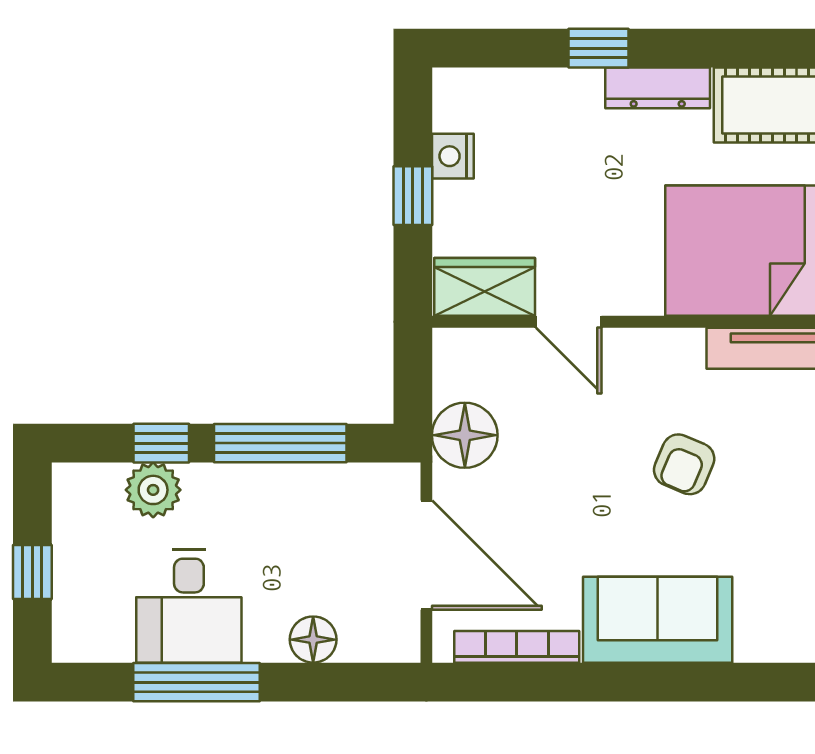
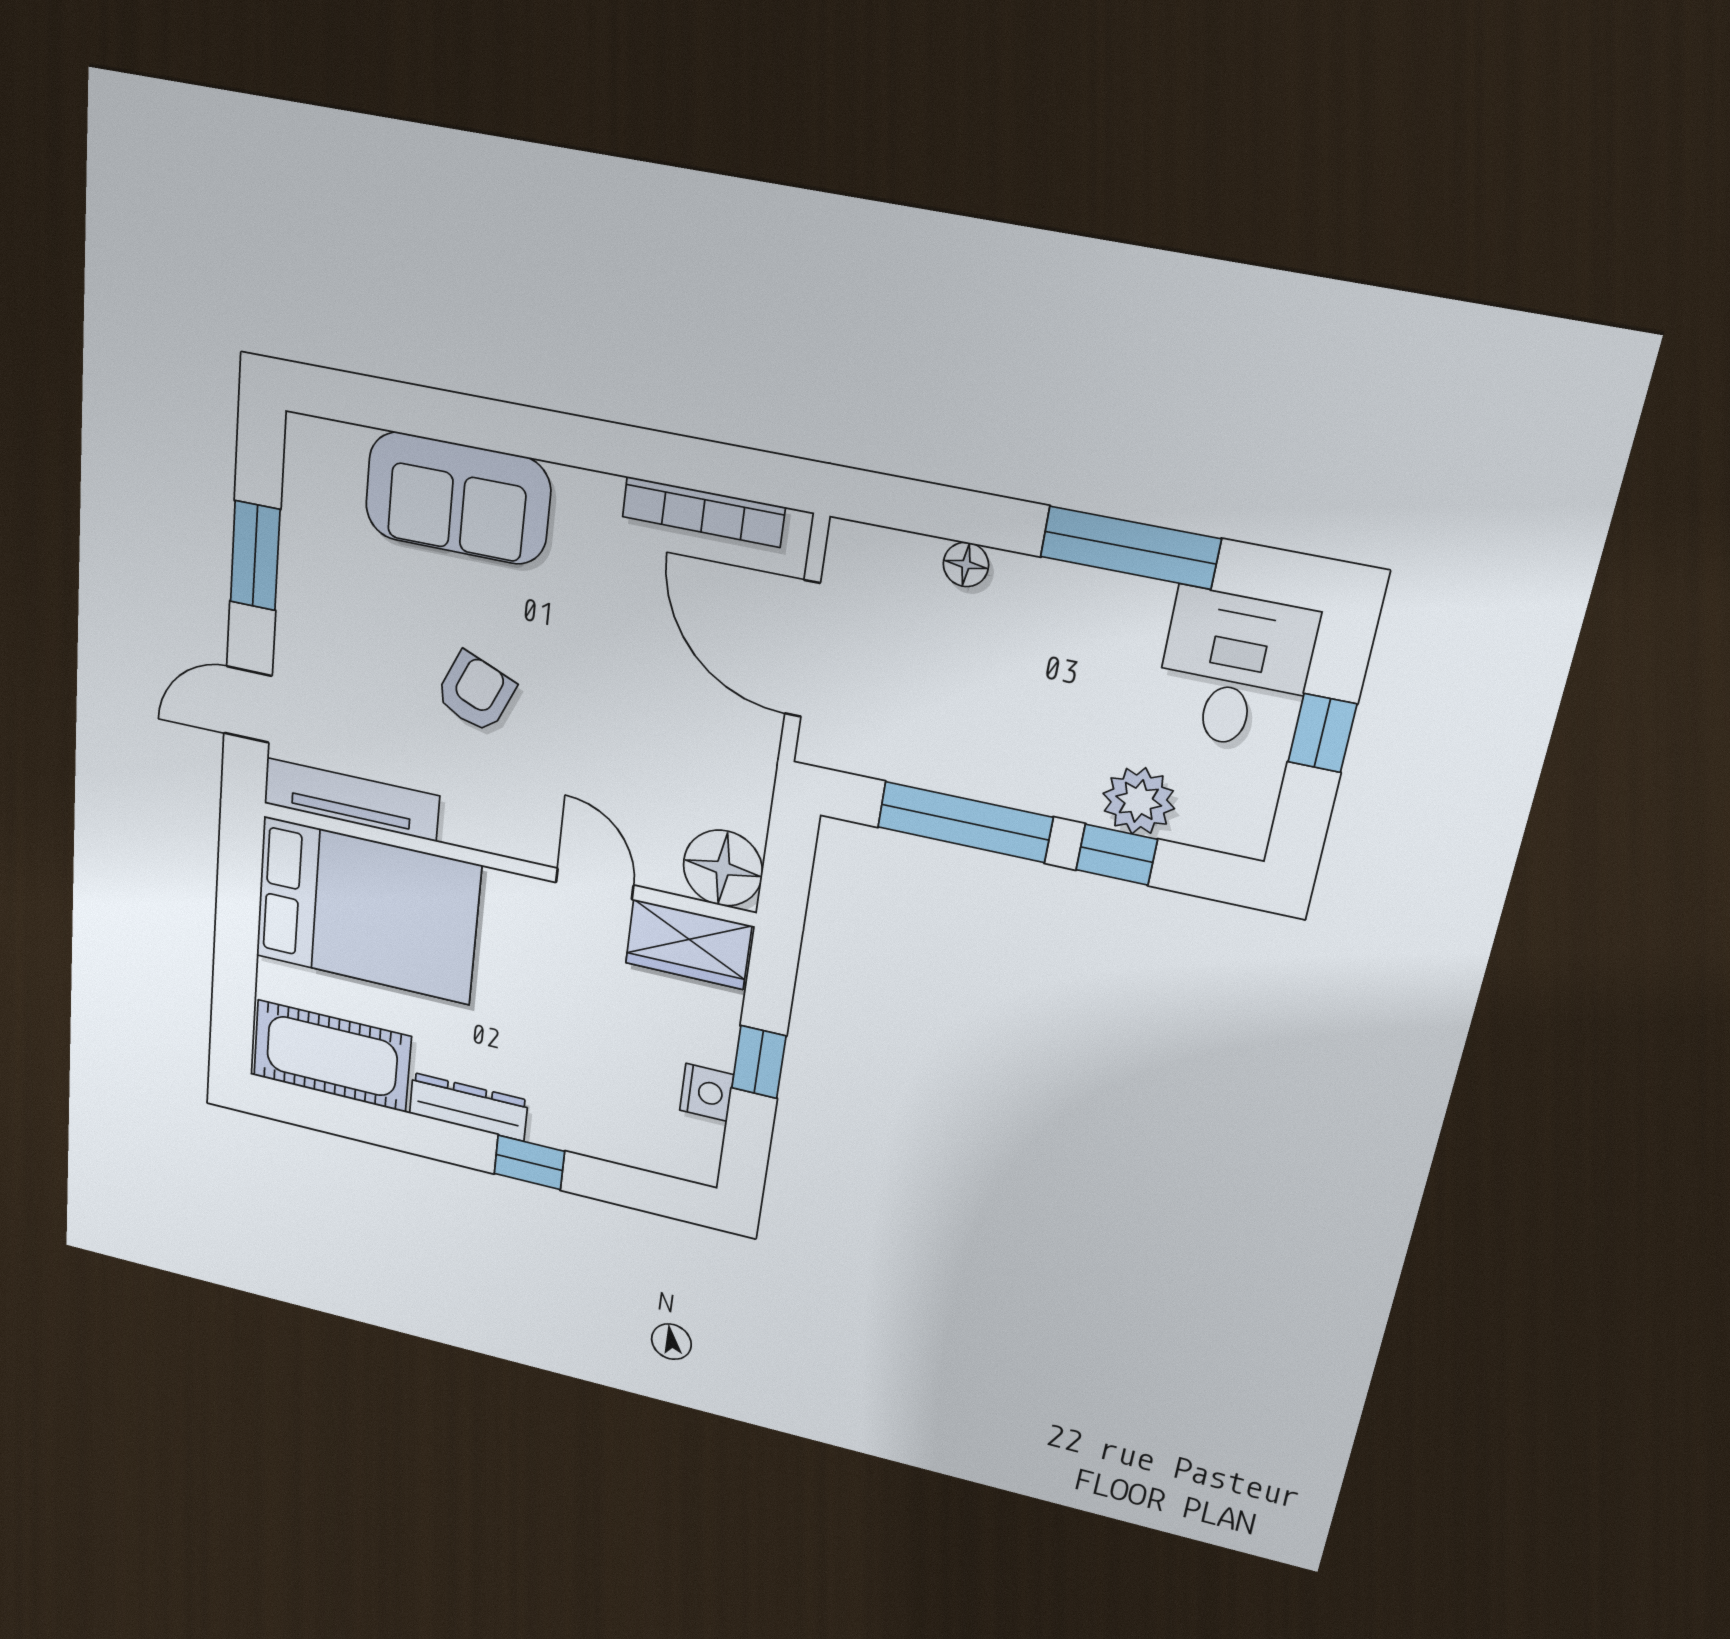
floor lamp: (465, 435) -> (723, 868), moved
desk: (189, 606) -> (1235, 670), moved
sofa: (658, 620) -> (458, 498), moved
floor lamp: (313, 640) -> (966, 564), width x0.73, depth x0.73

